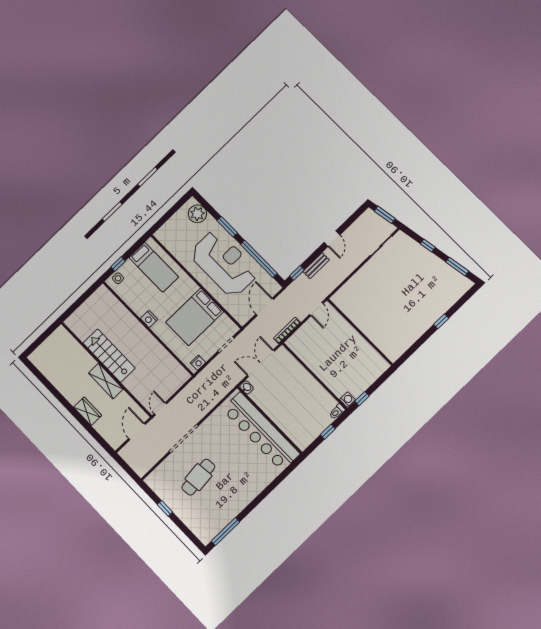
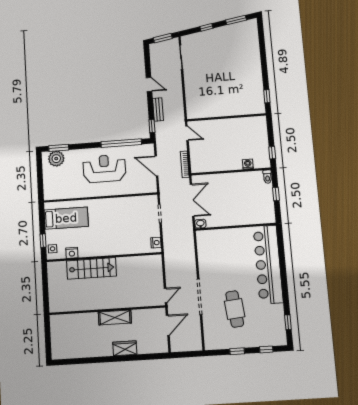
window: (227, 227) -> (59, 148), moved
reception desk: (224, 263) -> (104, 169), width x0.74, depth x0.77
bed: (195, 317) -> (123, 219), removed
nightstand: (149, 319) -> (72, 253), moved
window: (441, 321) -> (267, 96), moved
stairs: (109, 356) -> (91, 268), moved, turned 180
double door: (261, 363) -> (192, 200), swing flipped
washing machine: (347, 400) -> (248, 164), moved
door: (160, 409) -> (166, 295), swing flipped
door: (137, 431) -> (168, 325), swing flipped
bar counter: (261, 432) -> (268, 264), moved, turned 90
window: (187, 532) -> (266, 349), added
window: (225, 532) -> (288, 322), width x0.46

